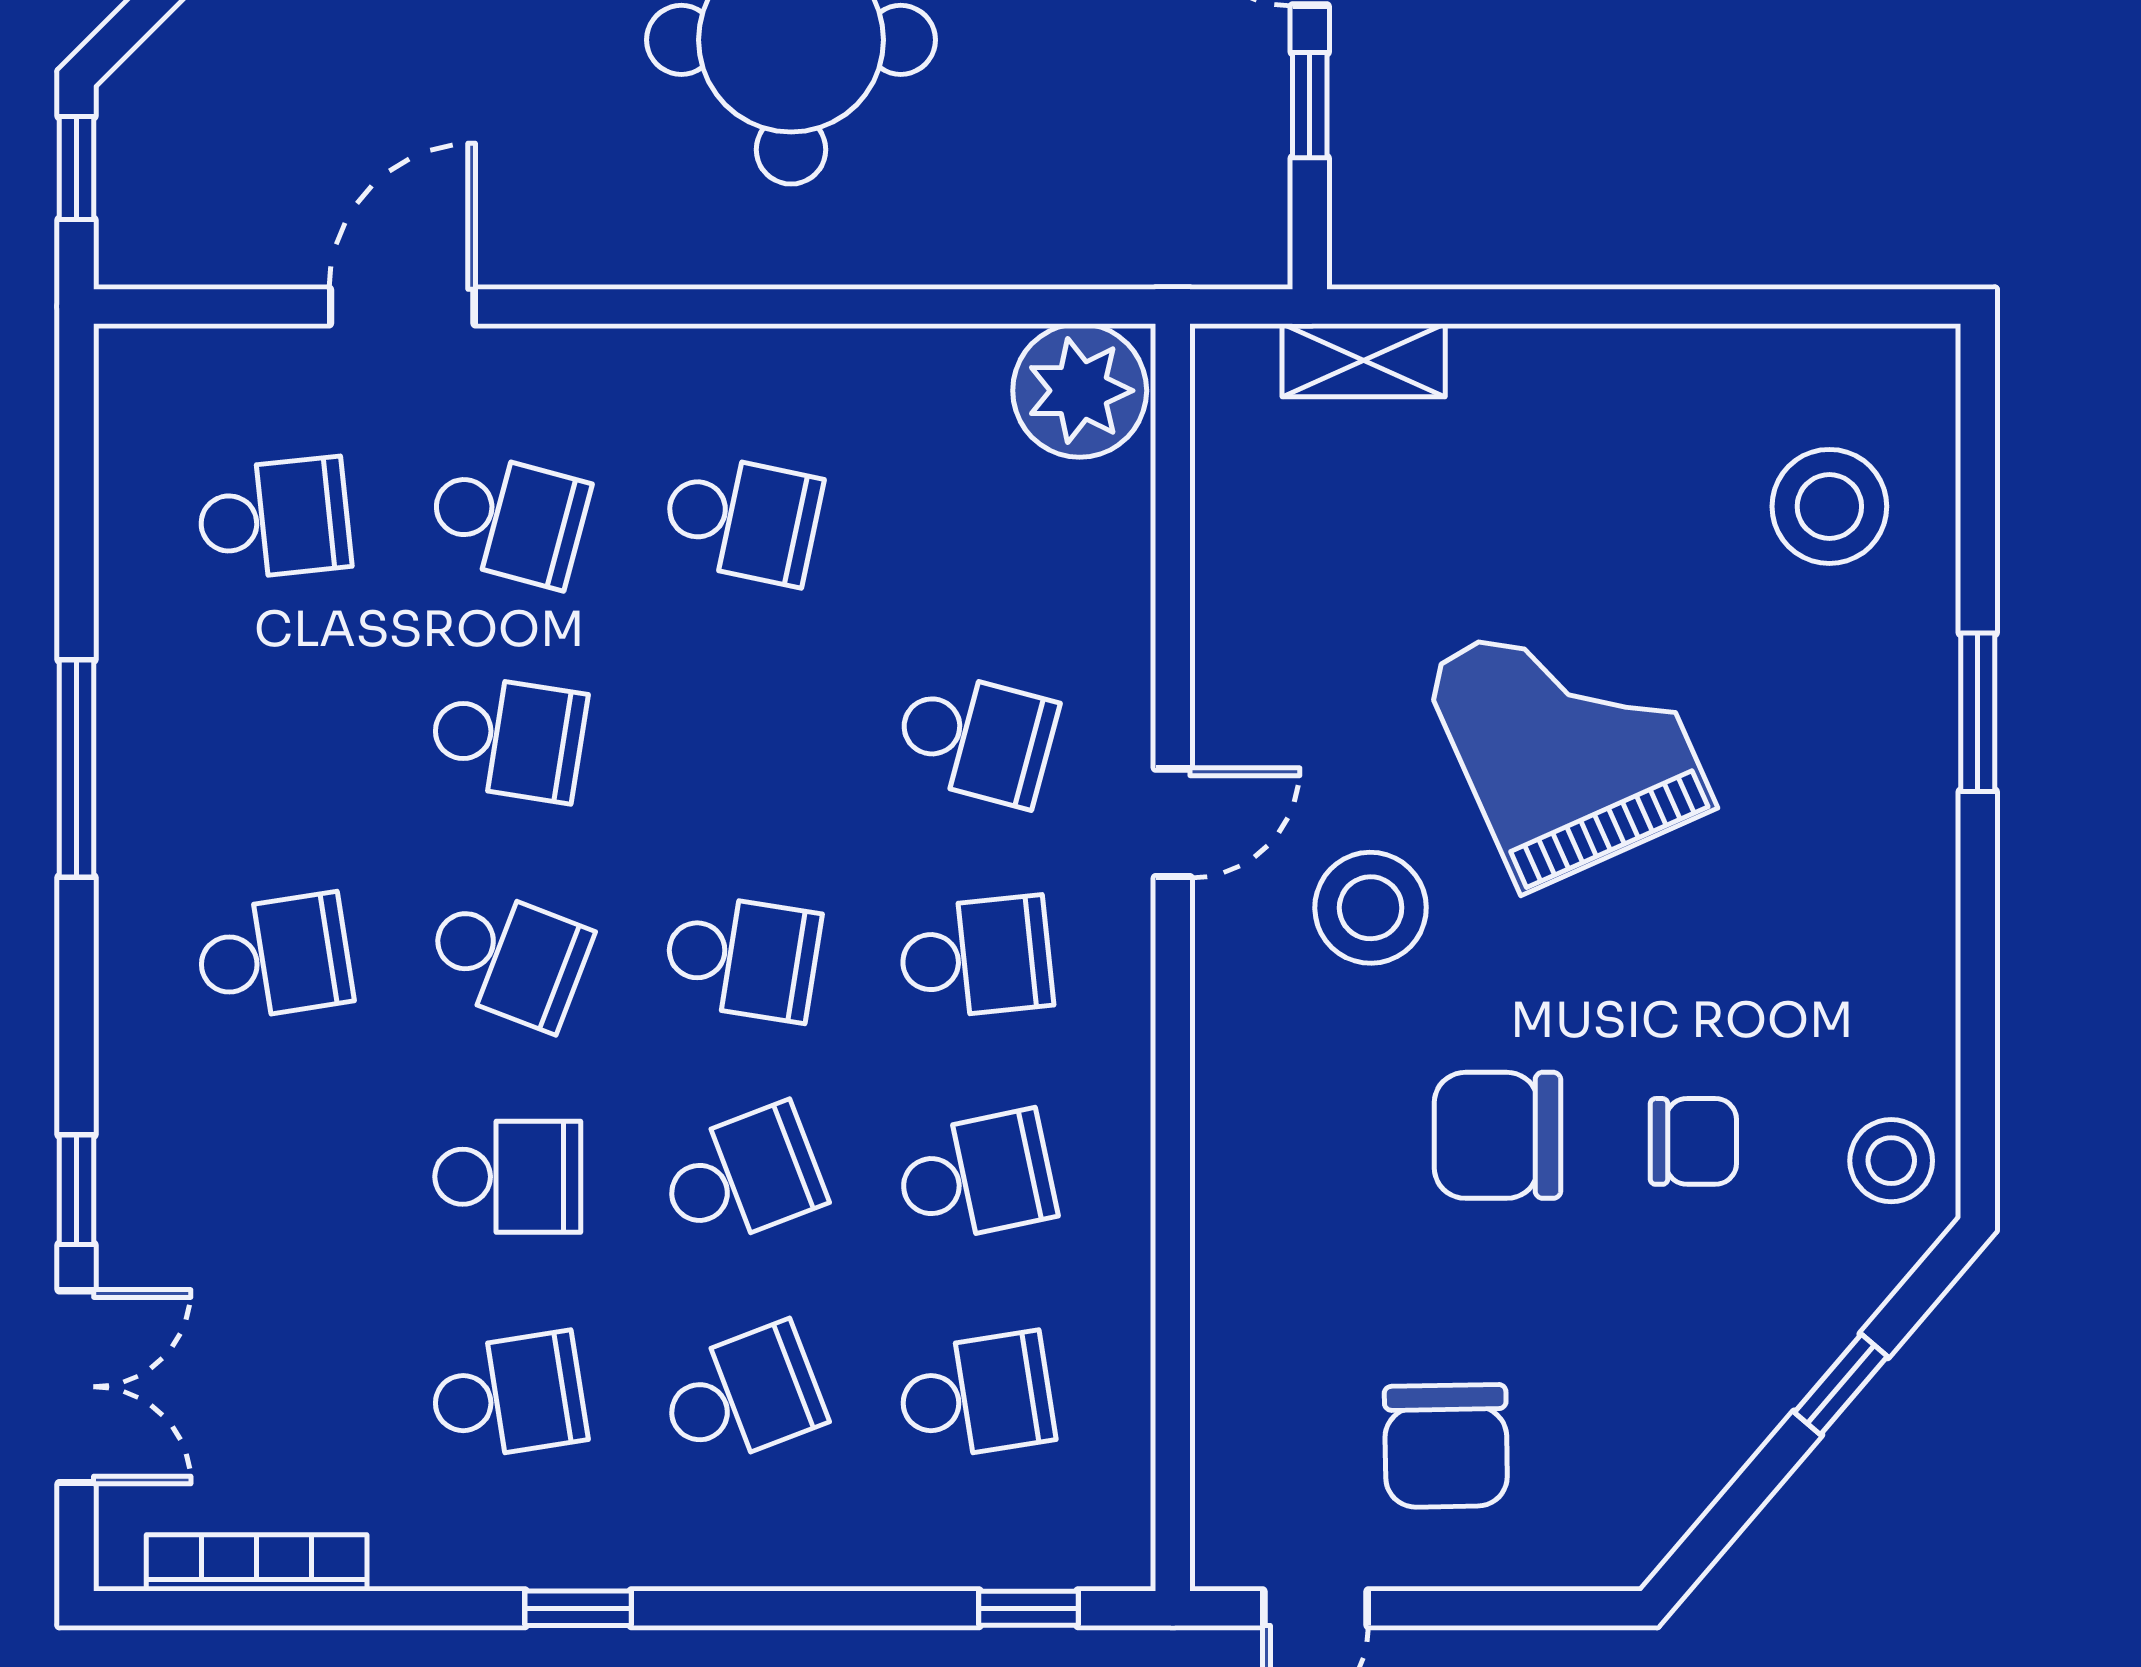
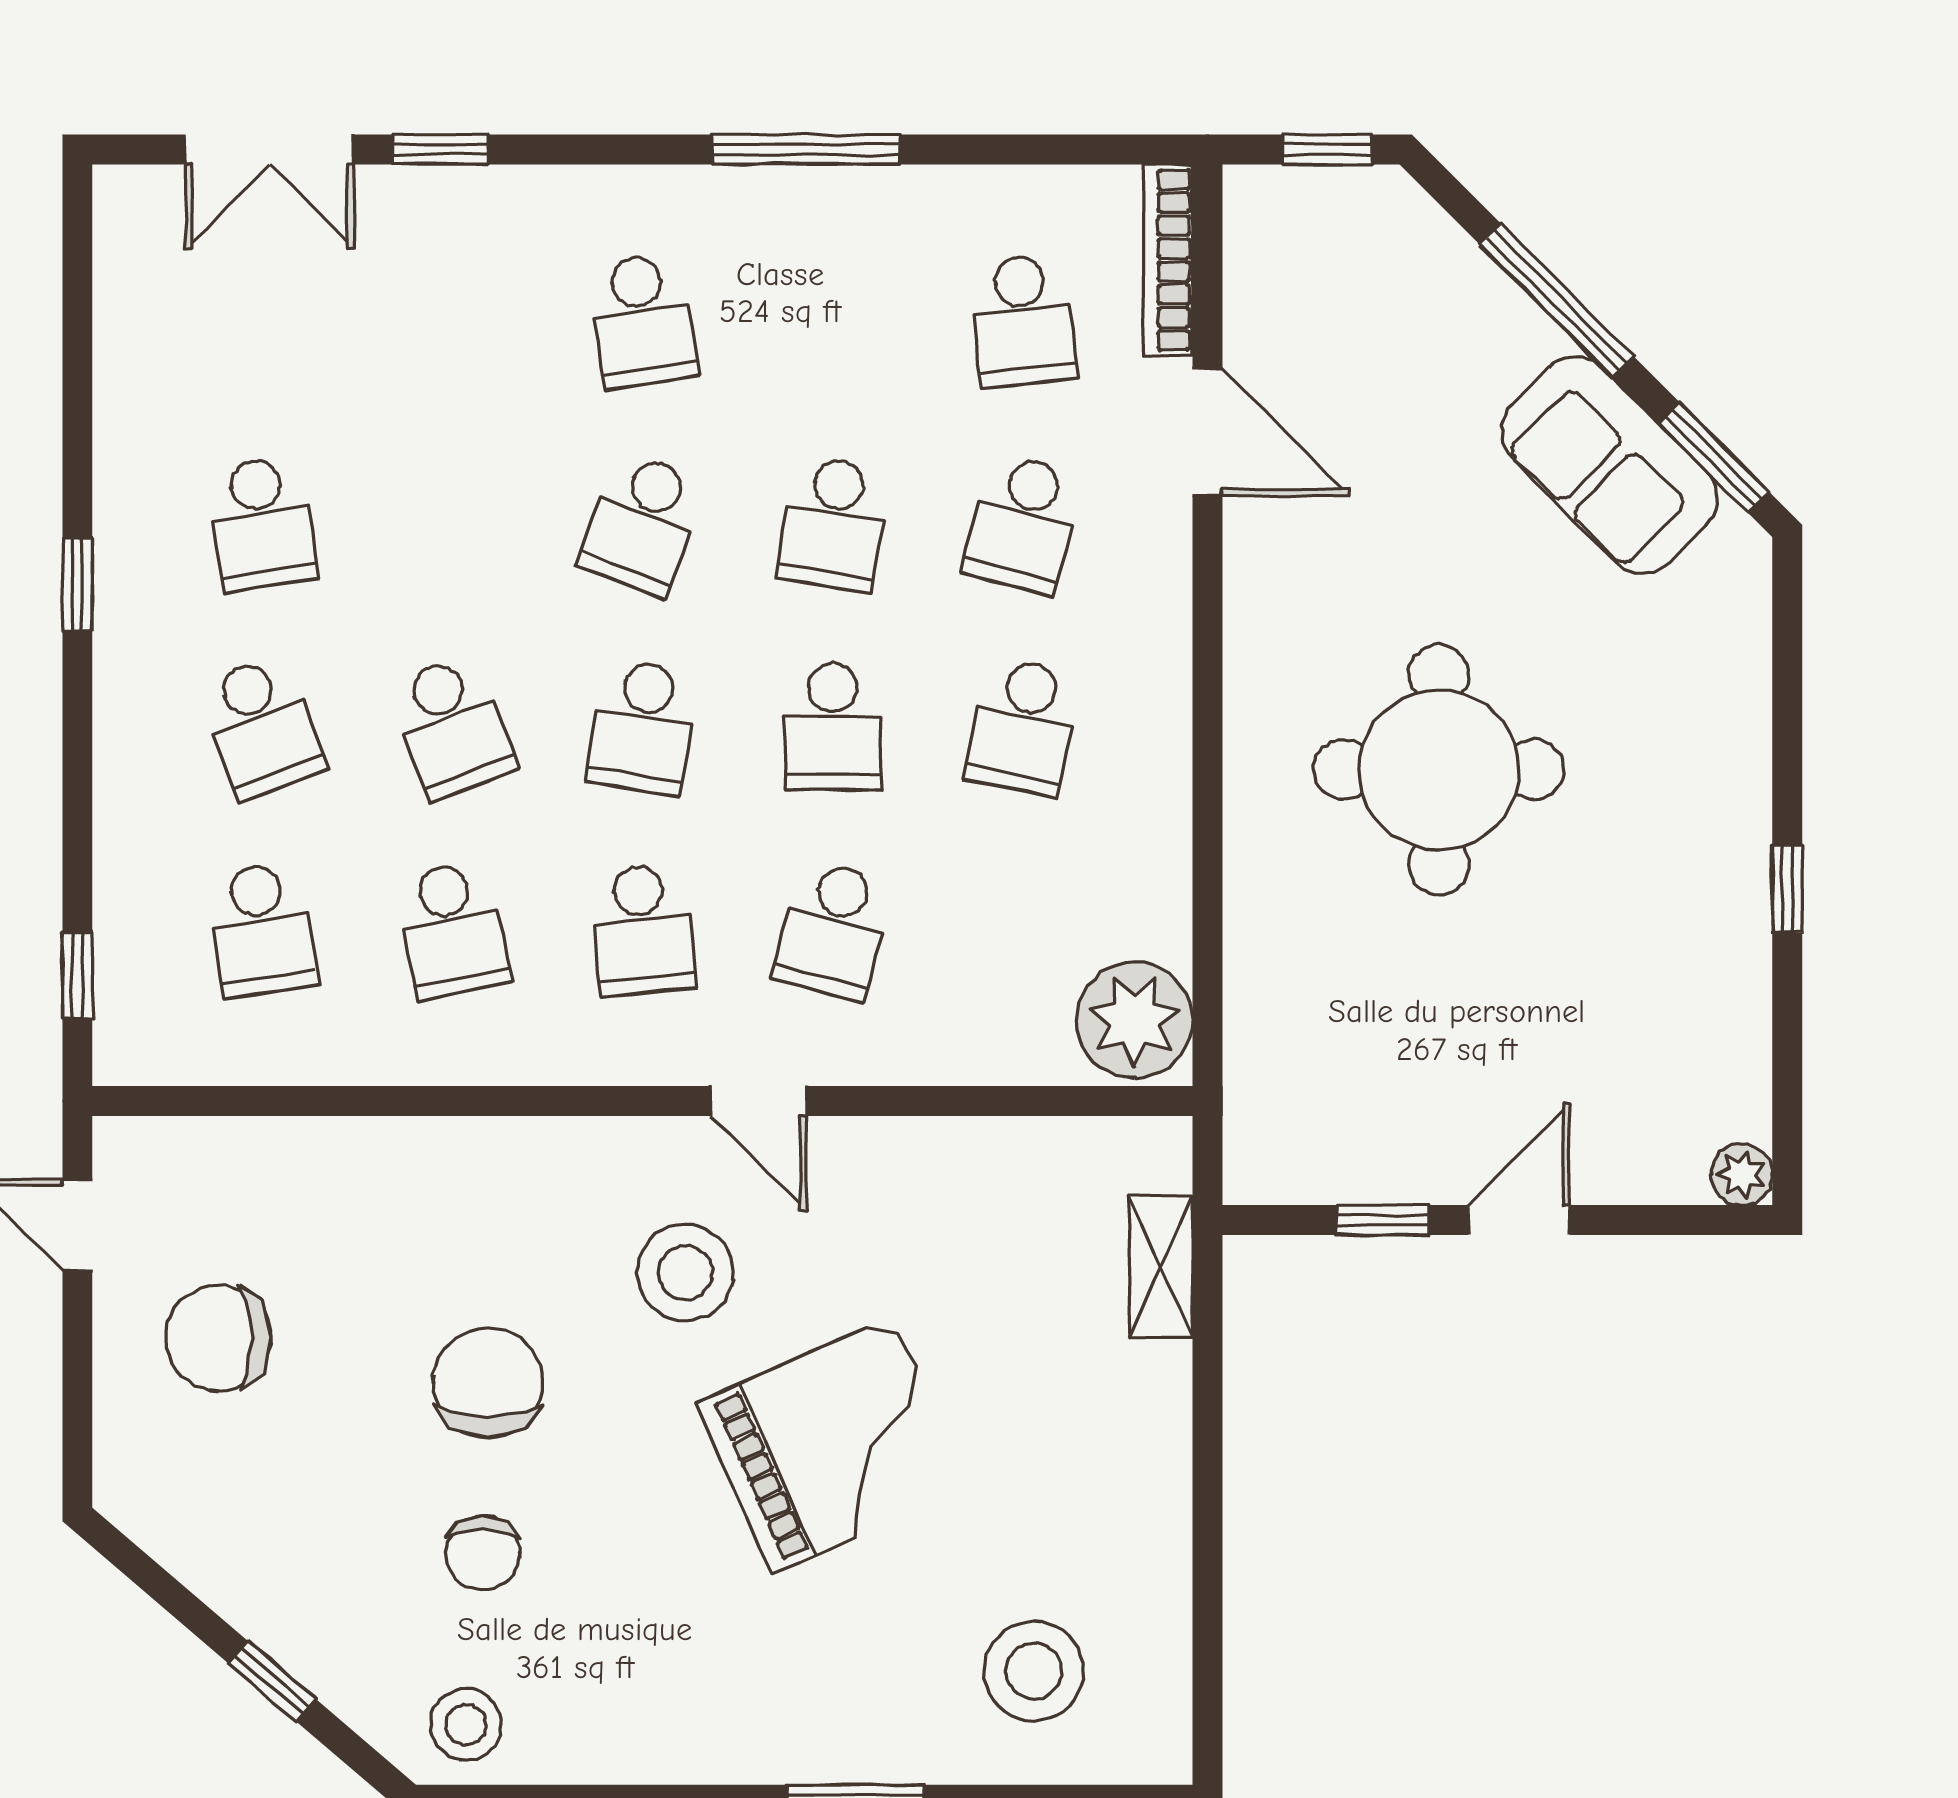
school desk: (508, 1177) -> (833, 727), moved
bookcase: (257, 1563) -> (1168, 260), moved, turned 180

